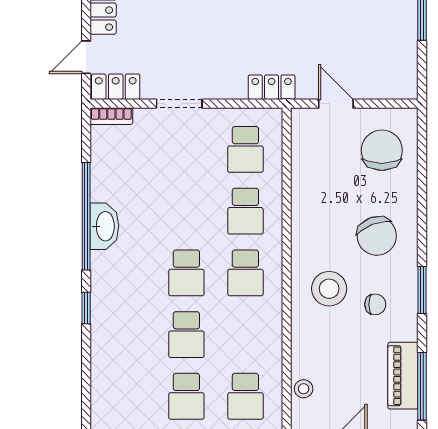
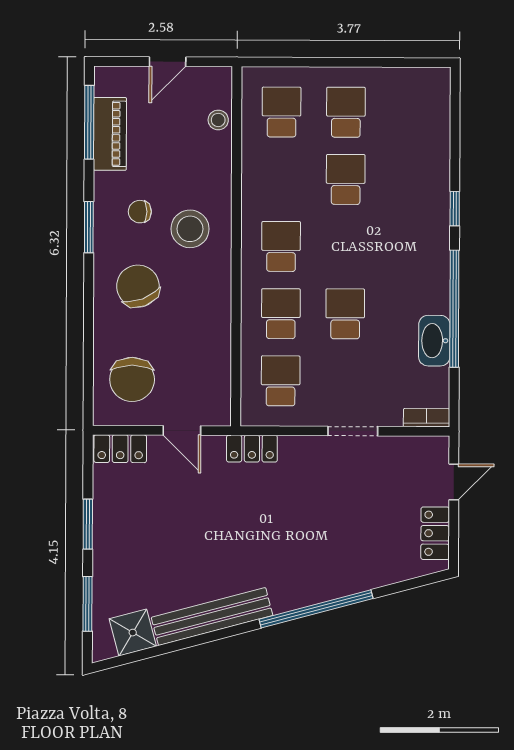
locker: (116, 87) -> (120, 449), moved
washbasin: (104, 226) -> (434, 341), moved
school desk: (186, 273) -> (345, 314), moved

